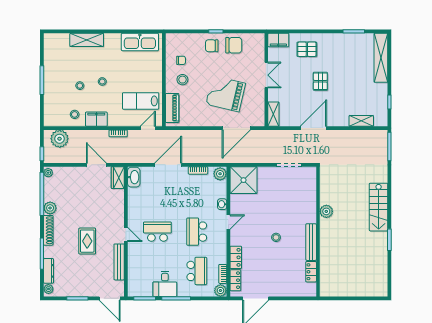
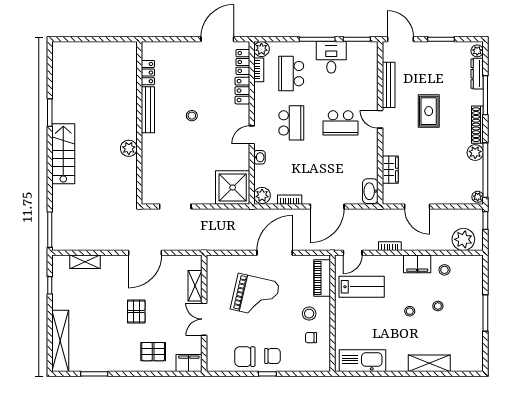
shelving: (273, 114) -> (195, 286), moved
door: (236, 128) -> (275, 253), moved
wardrobe: (118, 178) -> (390, 170), moved

